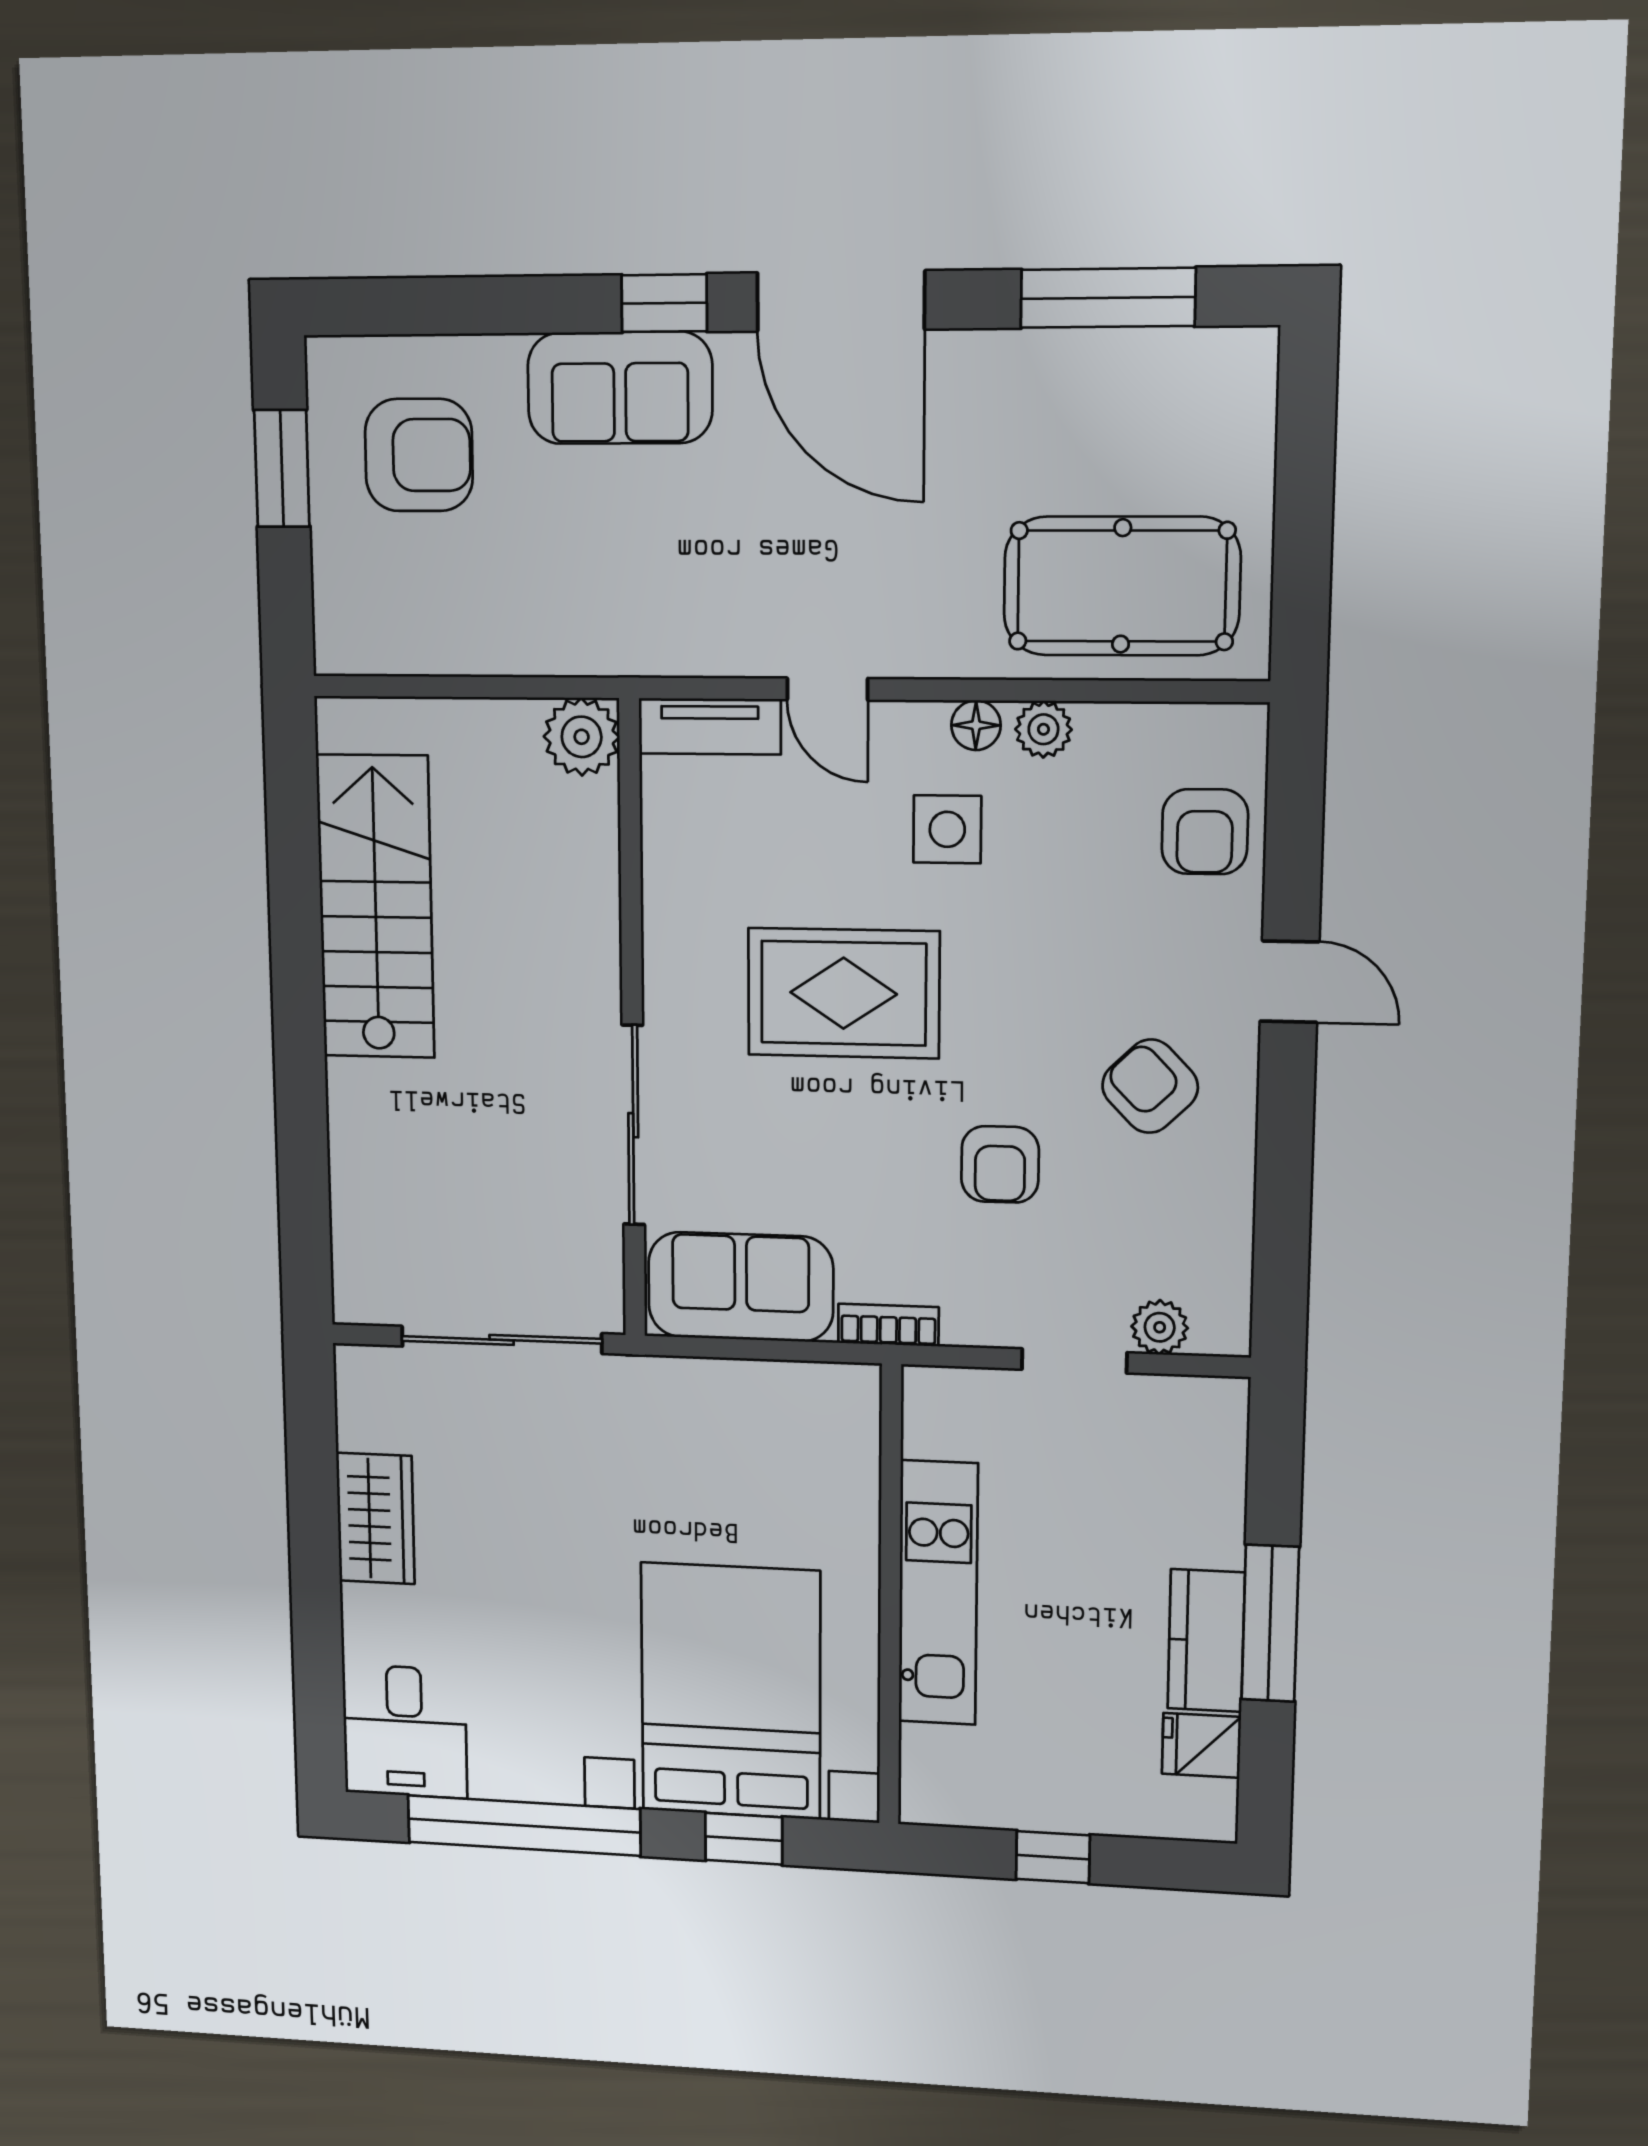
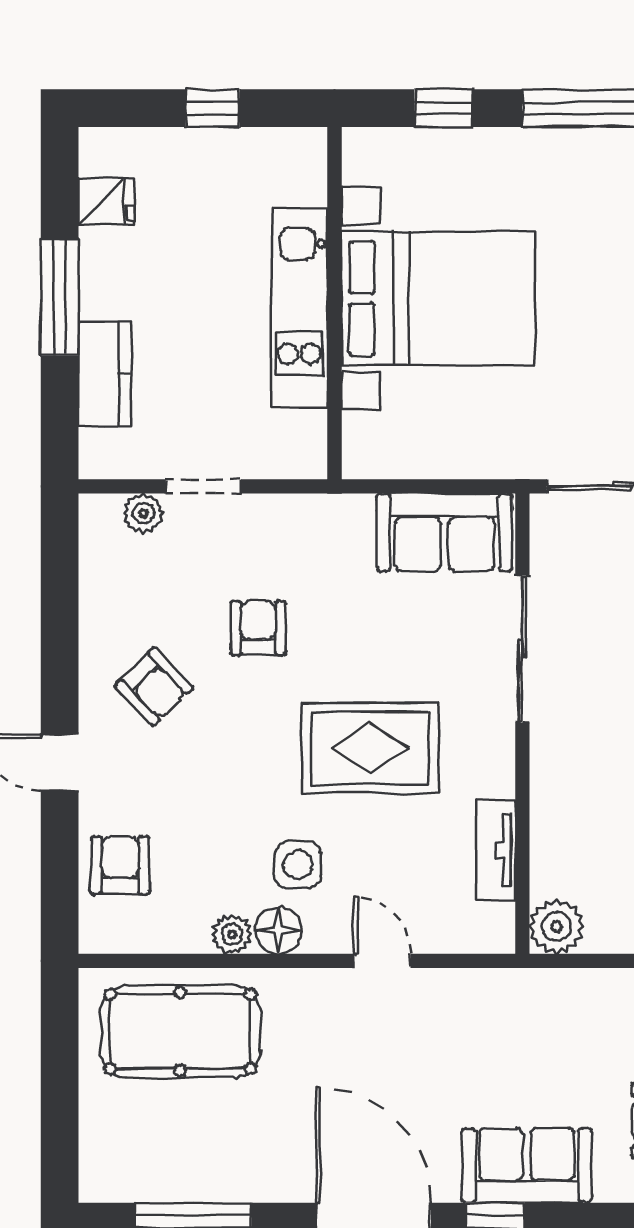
floor lamp: (976, 725) -> (279, 930), width x1.37, depth x1.37
tv unit: (710, 726) -> (496, 850), moved, turned -90
bookcase: (888, 1325) -> (337, 508), removed
kitchen counter: (1206, 1641) -> (105, 374), moved
bed with nightstands: (731, 1691) -> (438, 298), moved, turned -90

